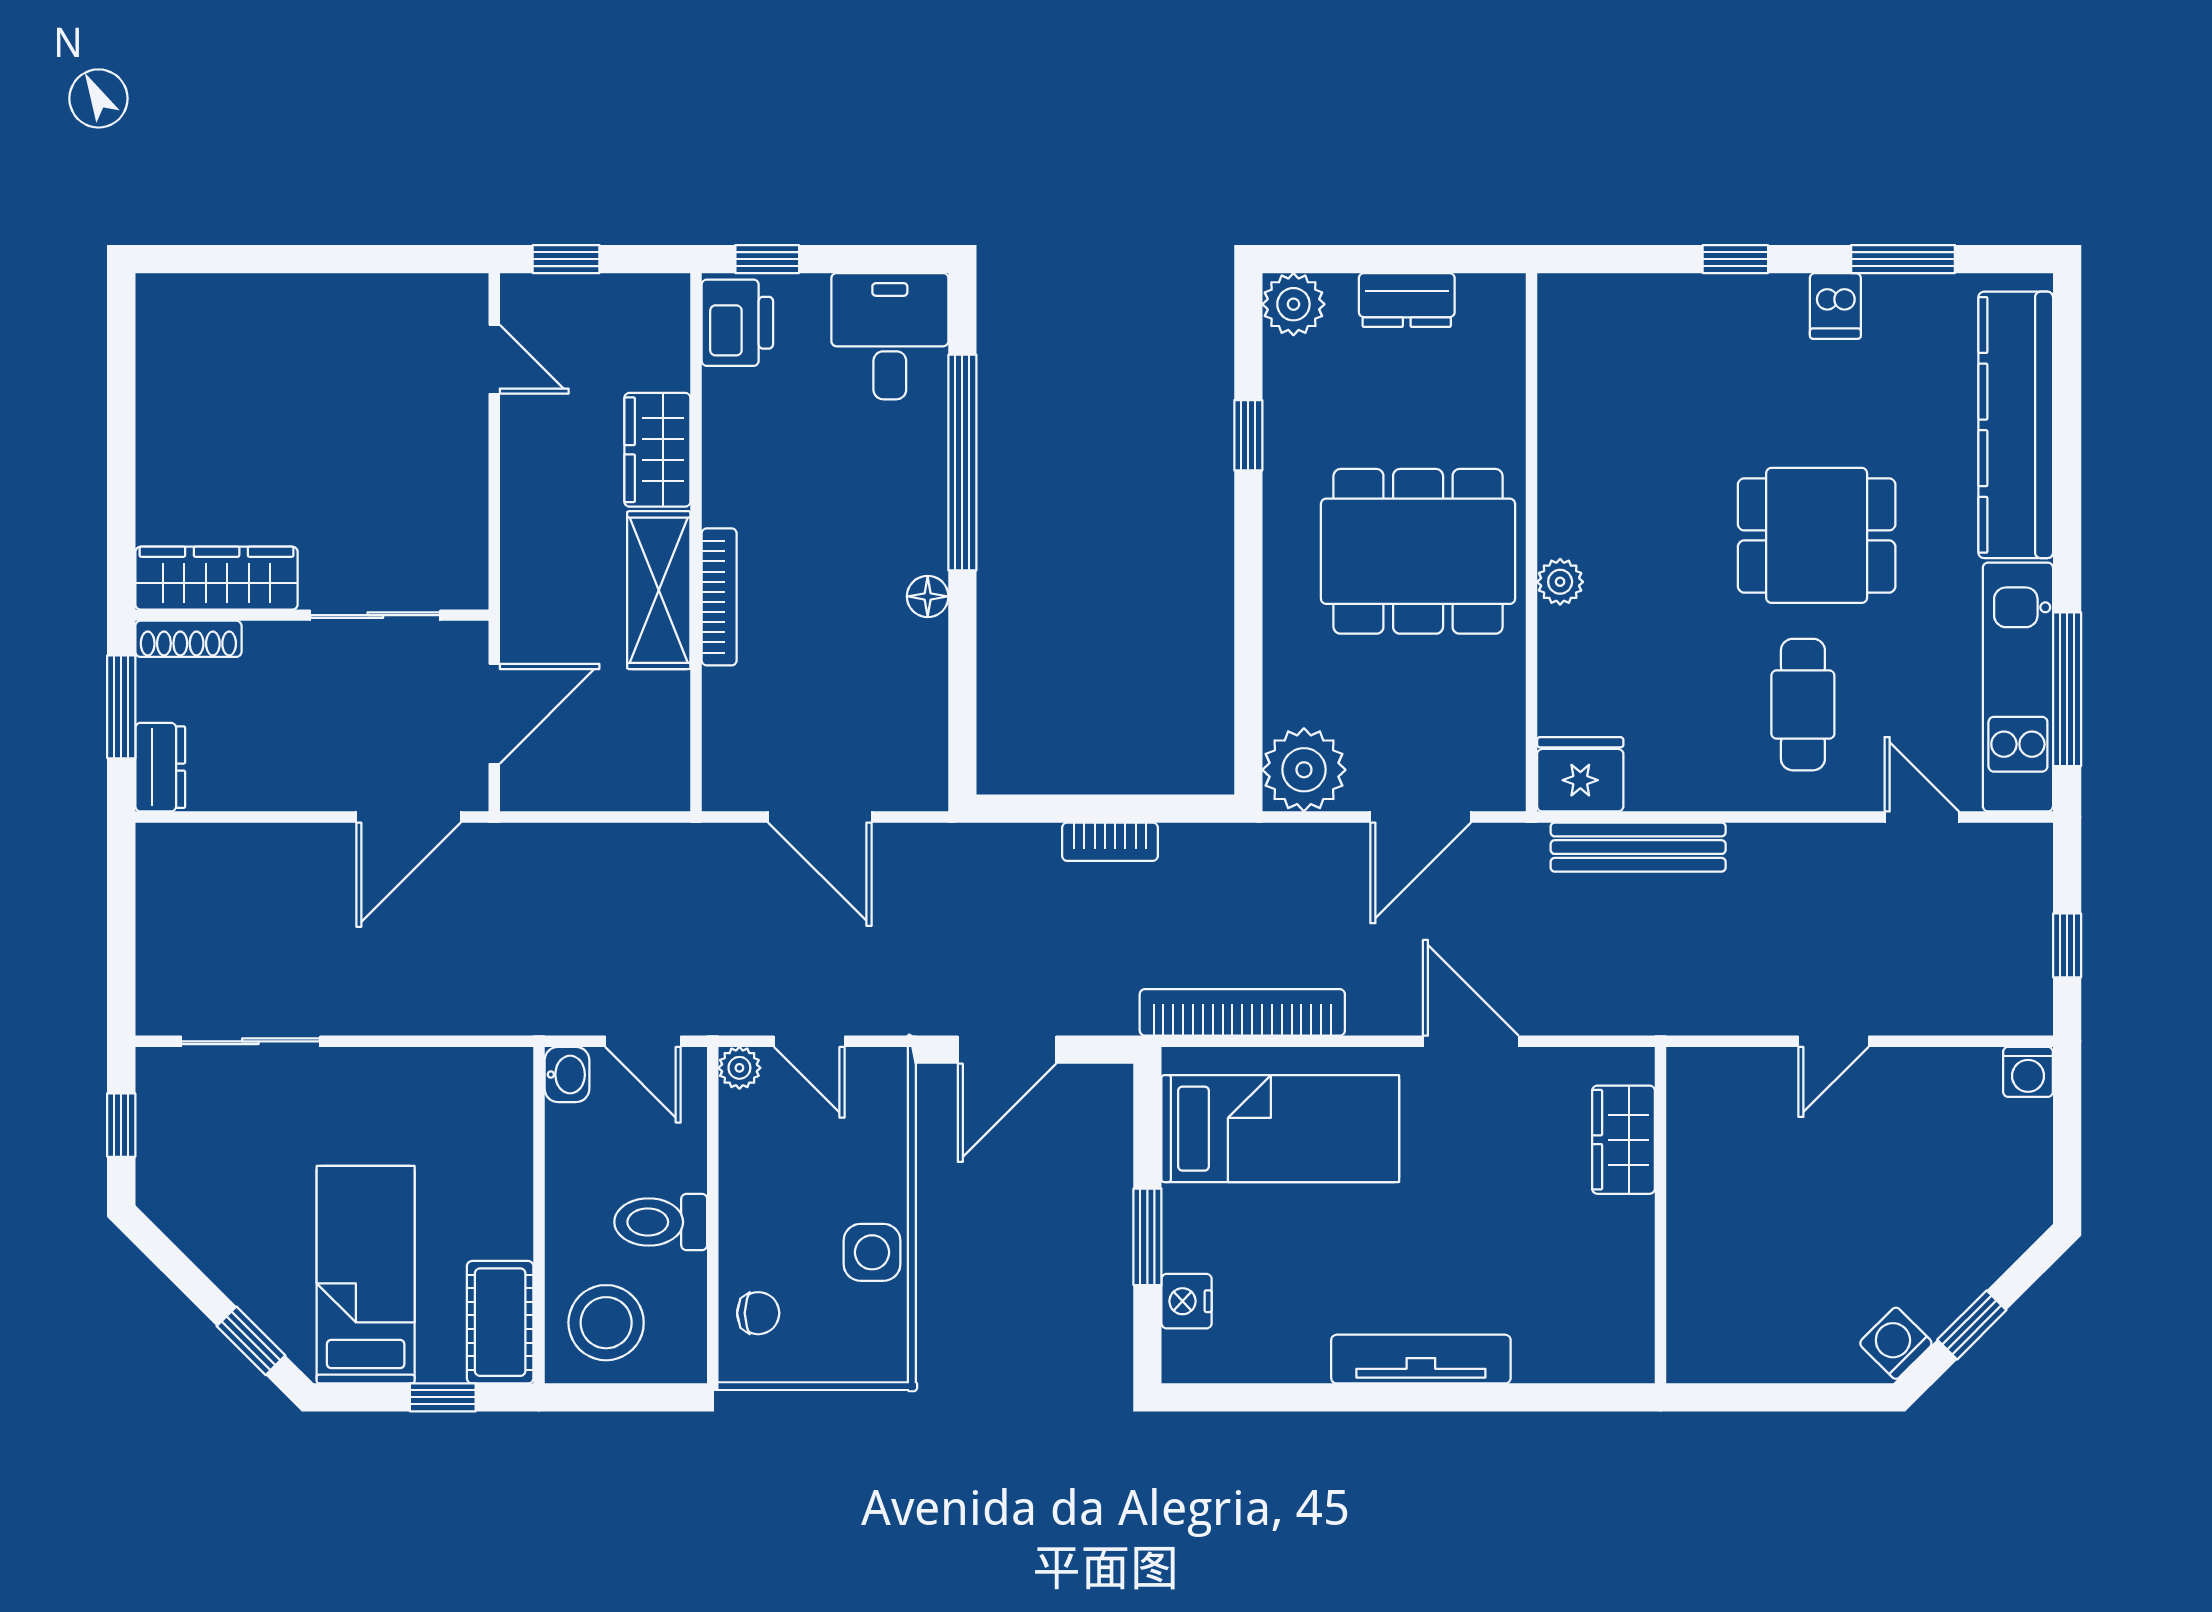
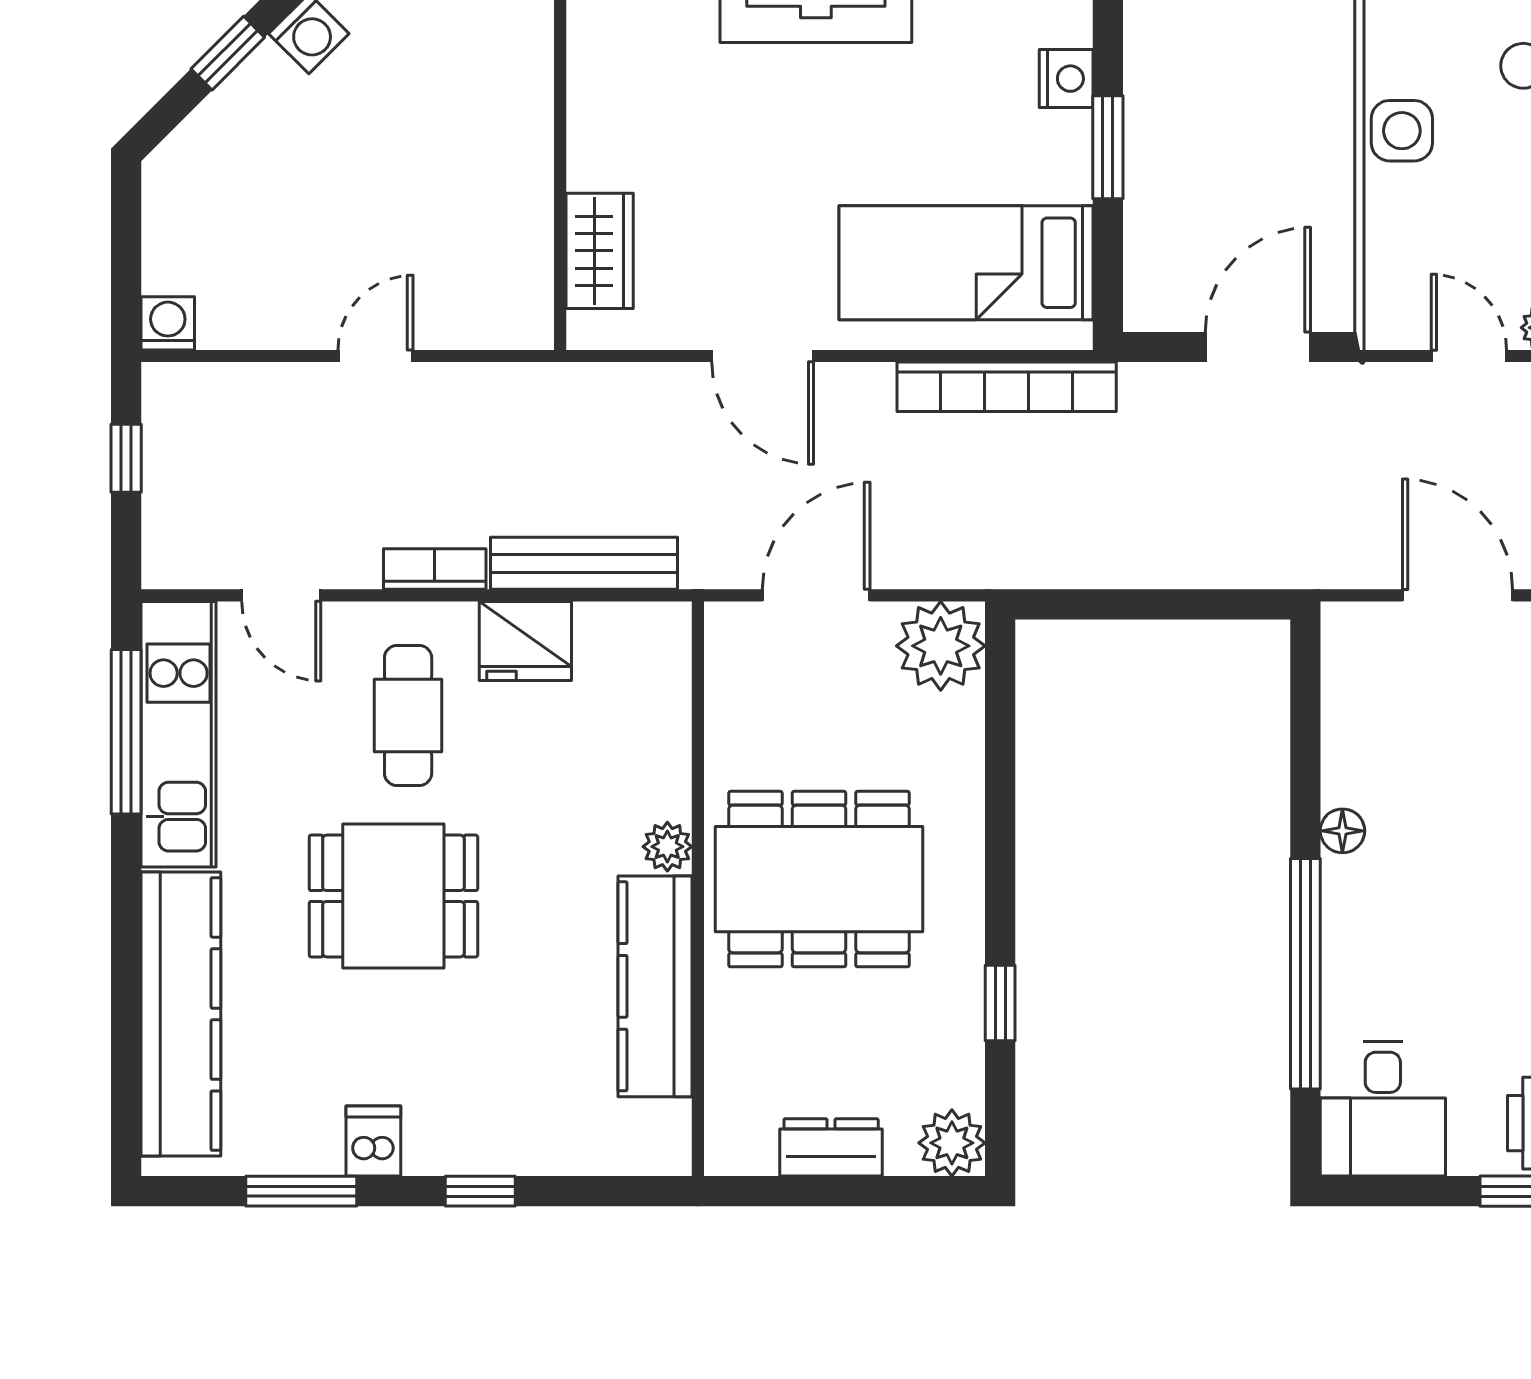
kitchen counter: (1572, 451) -> (655, 986), added
fridge: (1580, 774) -> (525, 641), moved
bookcase: (1110, 842) -> (435, 569), moved

